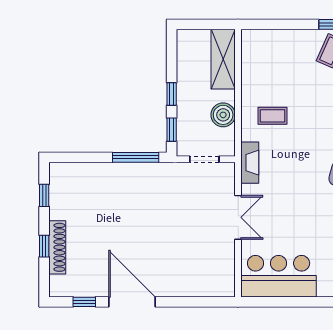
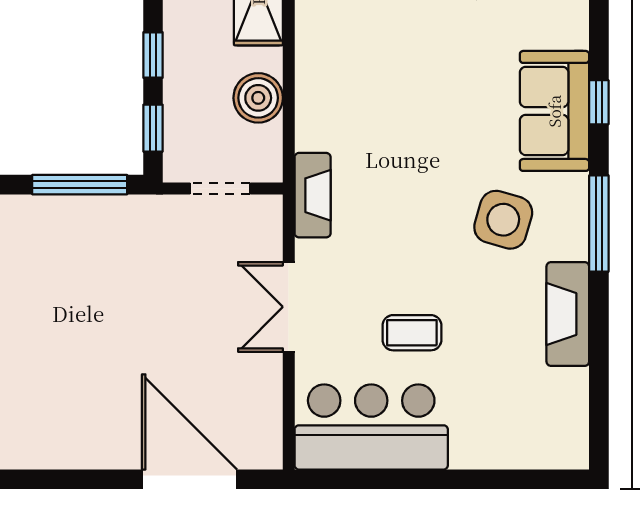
coffee table: (273, 116) -> (412, 333), moved
double door: (238, 217) -> (289, 307), swing flipped
door: (132, 302) -> (190, 479), moved

